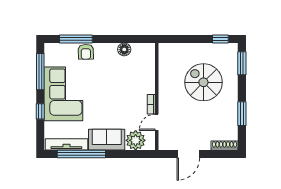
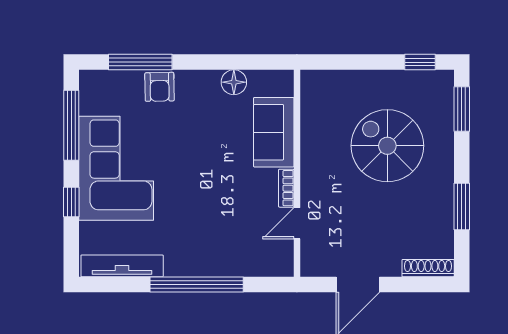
sofa: (107, 140) -> (274, 132), moved, turned -90
plant: (136, 140) -> (256, 258), removed
window: (81, 154) -> (197, 285), moved

